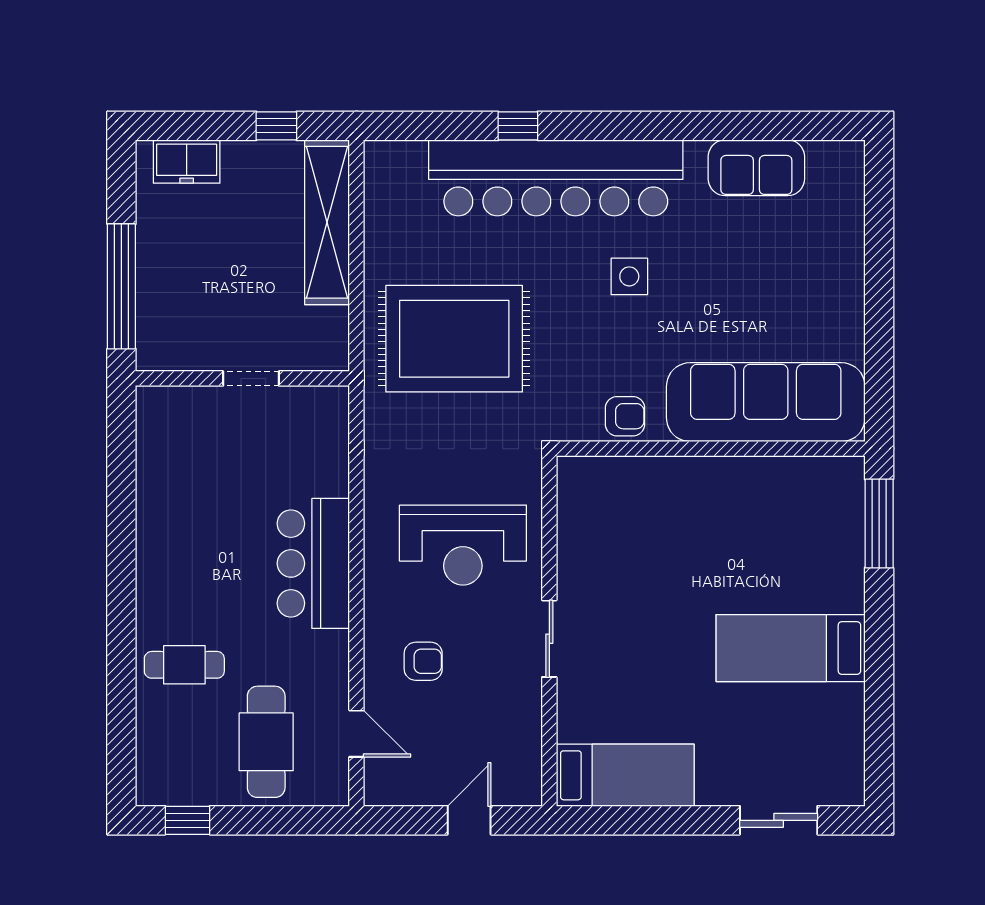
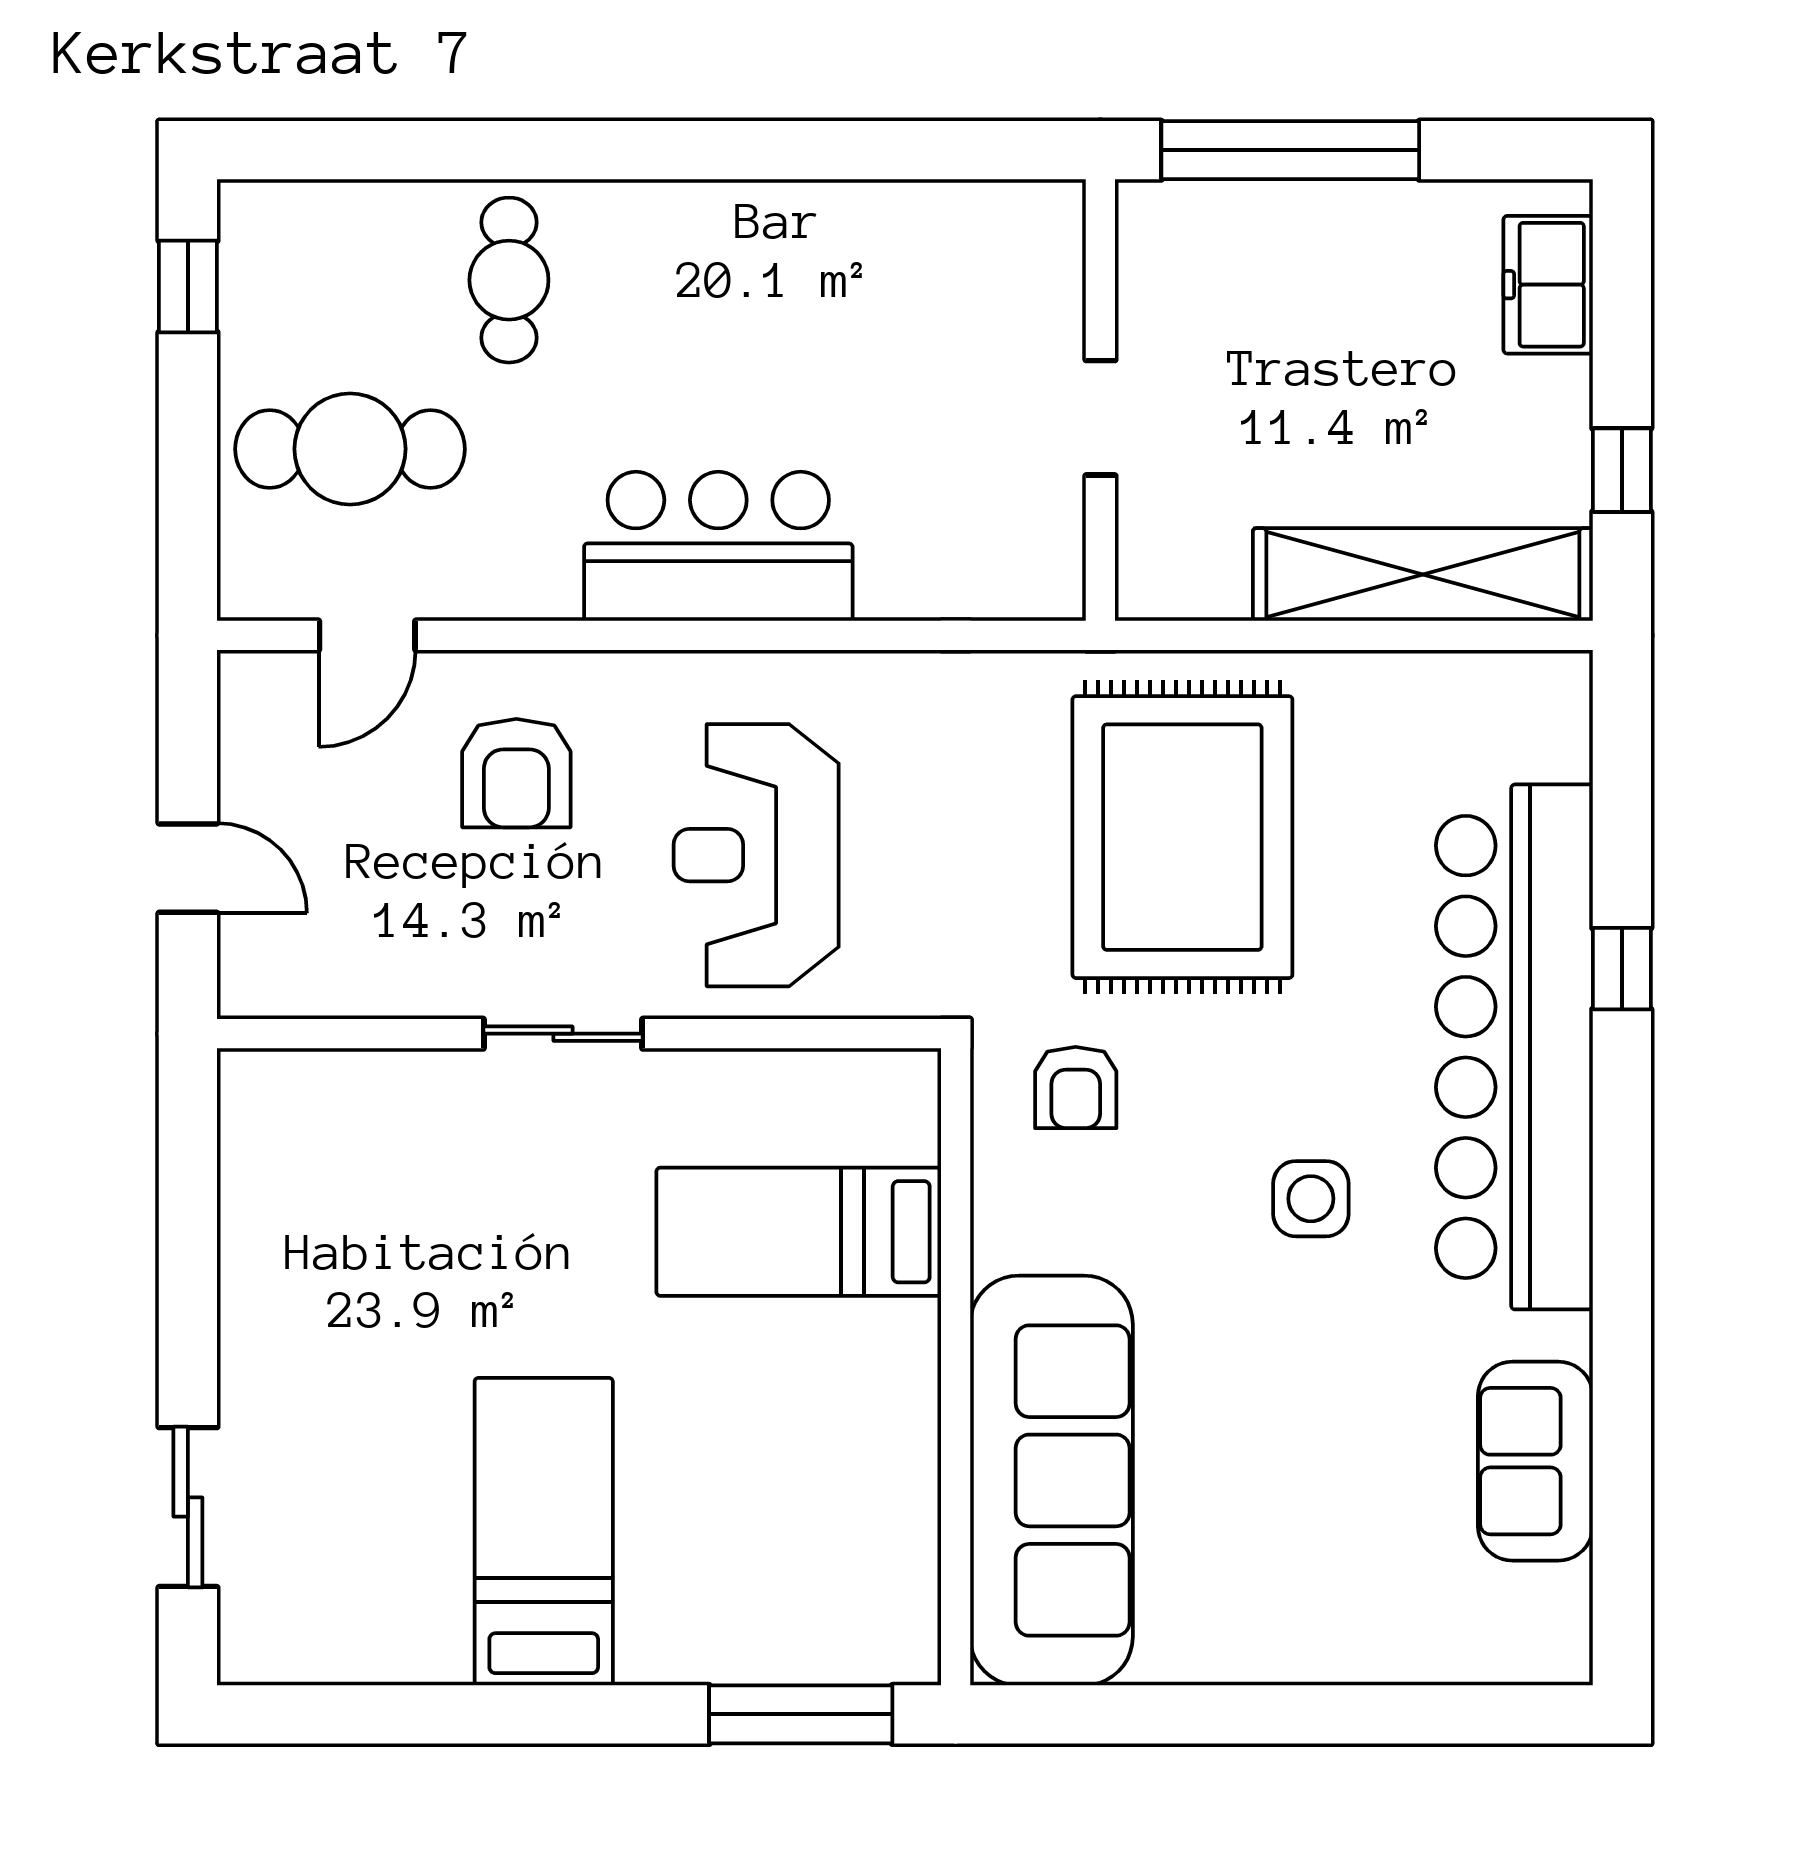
armchair: (625, 416) -> (1076, 1088), moved
armchair: (423, 661) -> (516, 773), width x1.38, depth x1.38
bed: (625, 775) -> (799, 1232), moved, turned 90

